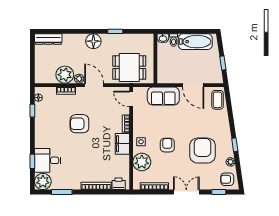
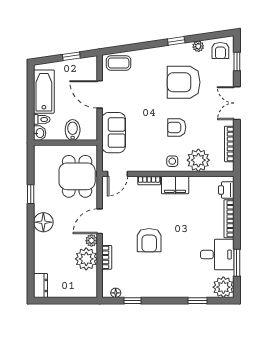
dresser: (48, 39) -> (41, 285), width x0.70
bidet: (165, 64) -> (73, 130), added
door: (193, 85) -> (100, 94), swing flipped
desk: (48, 160) -> (217, 255), moved, turned -90

